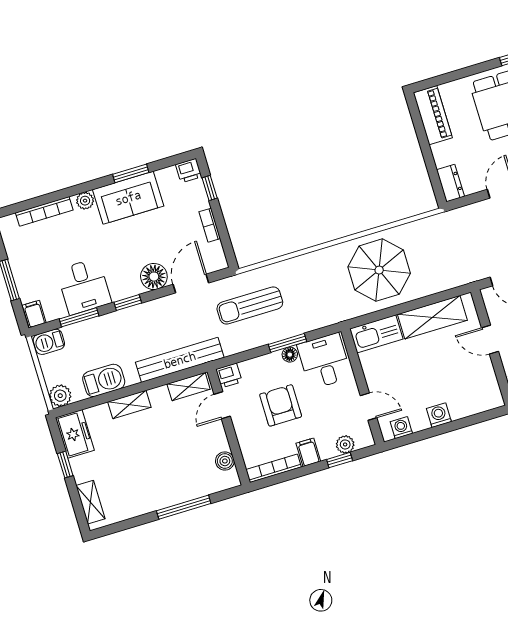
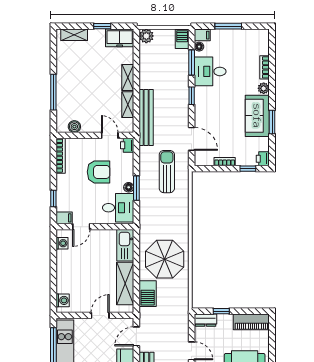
window: (430, 164) -> (221, 311), added
bookcase: (44, 211) -> (265, 67), width x0.64
floor lamp: (154, 277) -> (199, 47), moved, width x0.53, depth x0.53
barbecue: (104, 380) -> (148, 294), moved
shelving: (189, 387) -> (128, 105), moved
washing machine: (439, 415) -> (63, 300), moved
plant: (345, 444) -> (62, 205), removed
filing cabinet: (308, 452) -> (64, 218), moved

